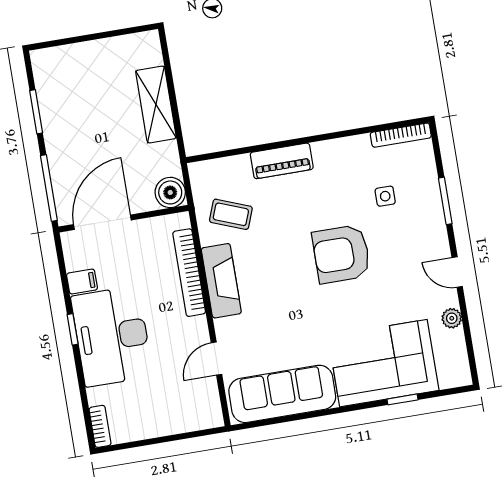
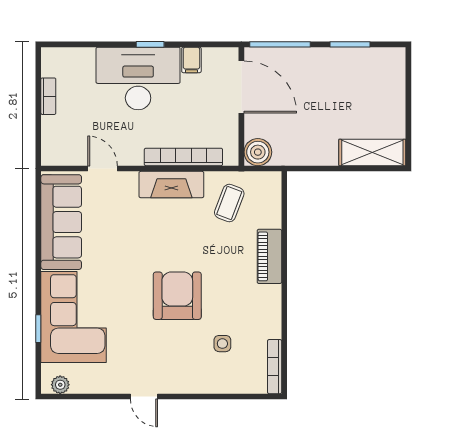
shelving: (156, 105) -> (372, 152), moved
window: (445, 201) -> (209, 396), removed
door: (457, 272) -> (144, 396), swing flipped
plant: (452, 318) -> (60, 385), moved
bookcase: (100, 426) -> (48, 96), moved, turned -90

